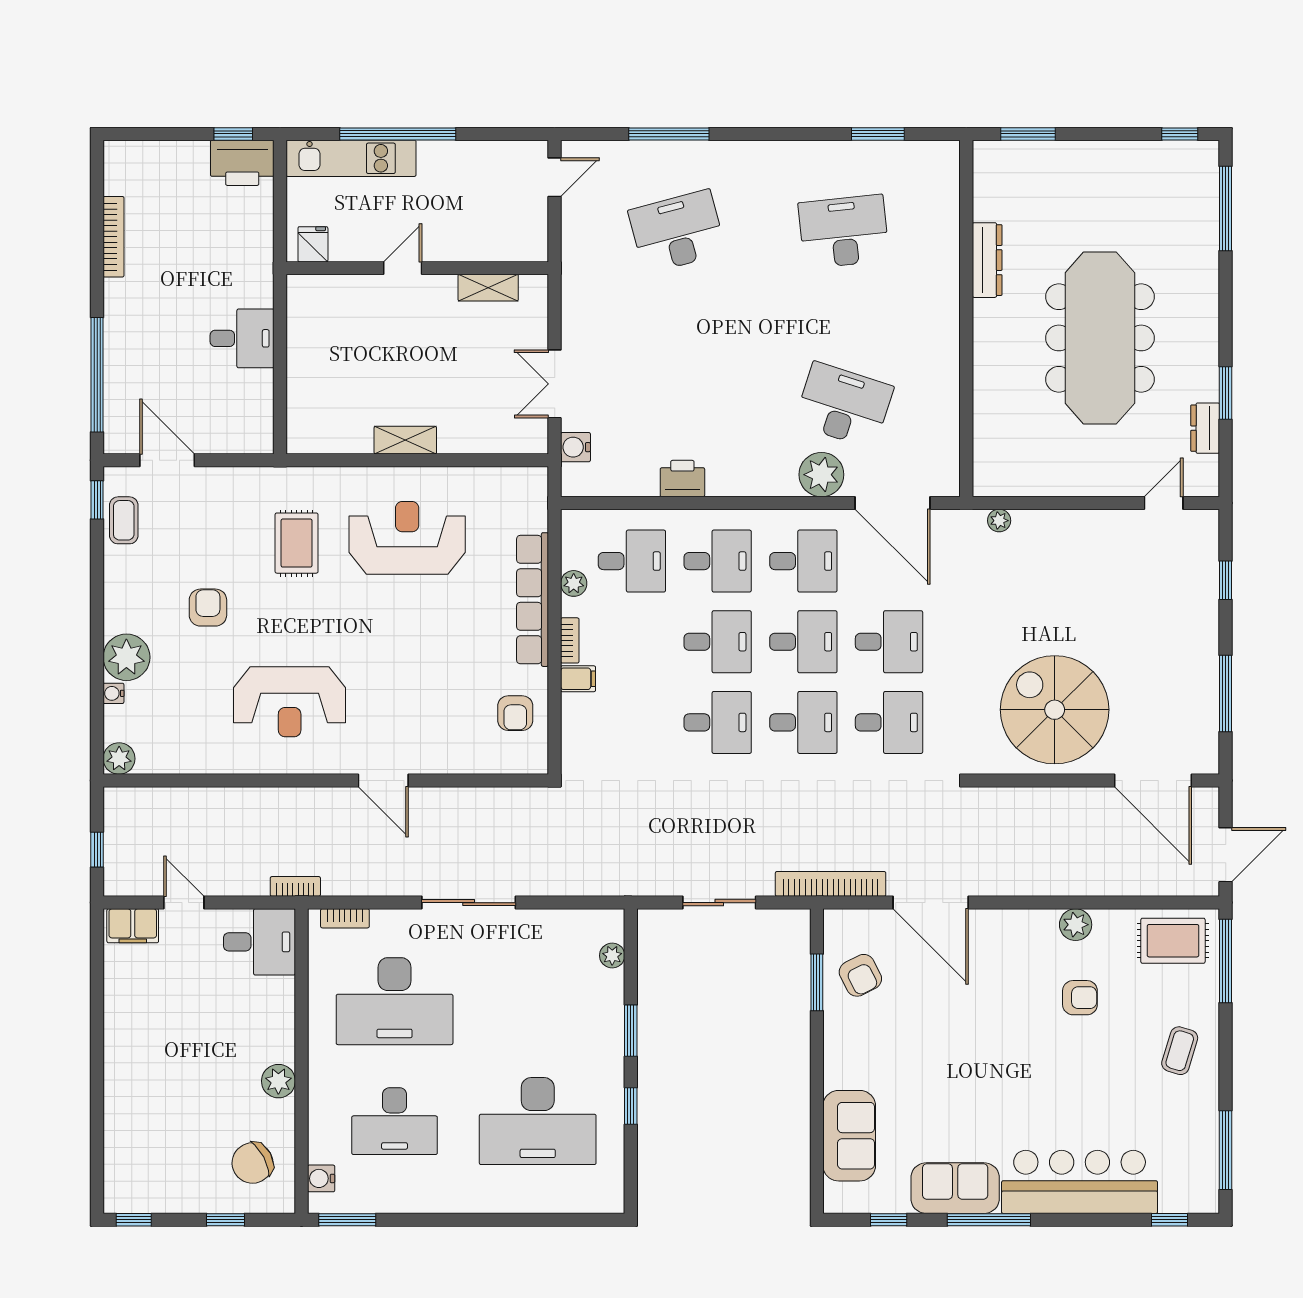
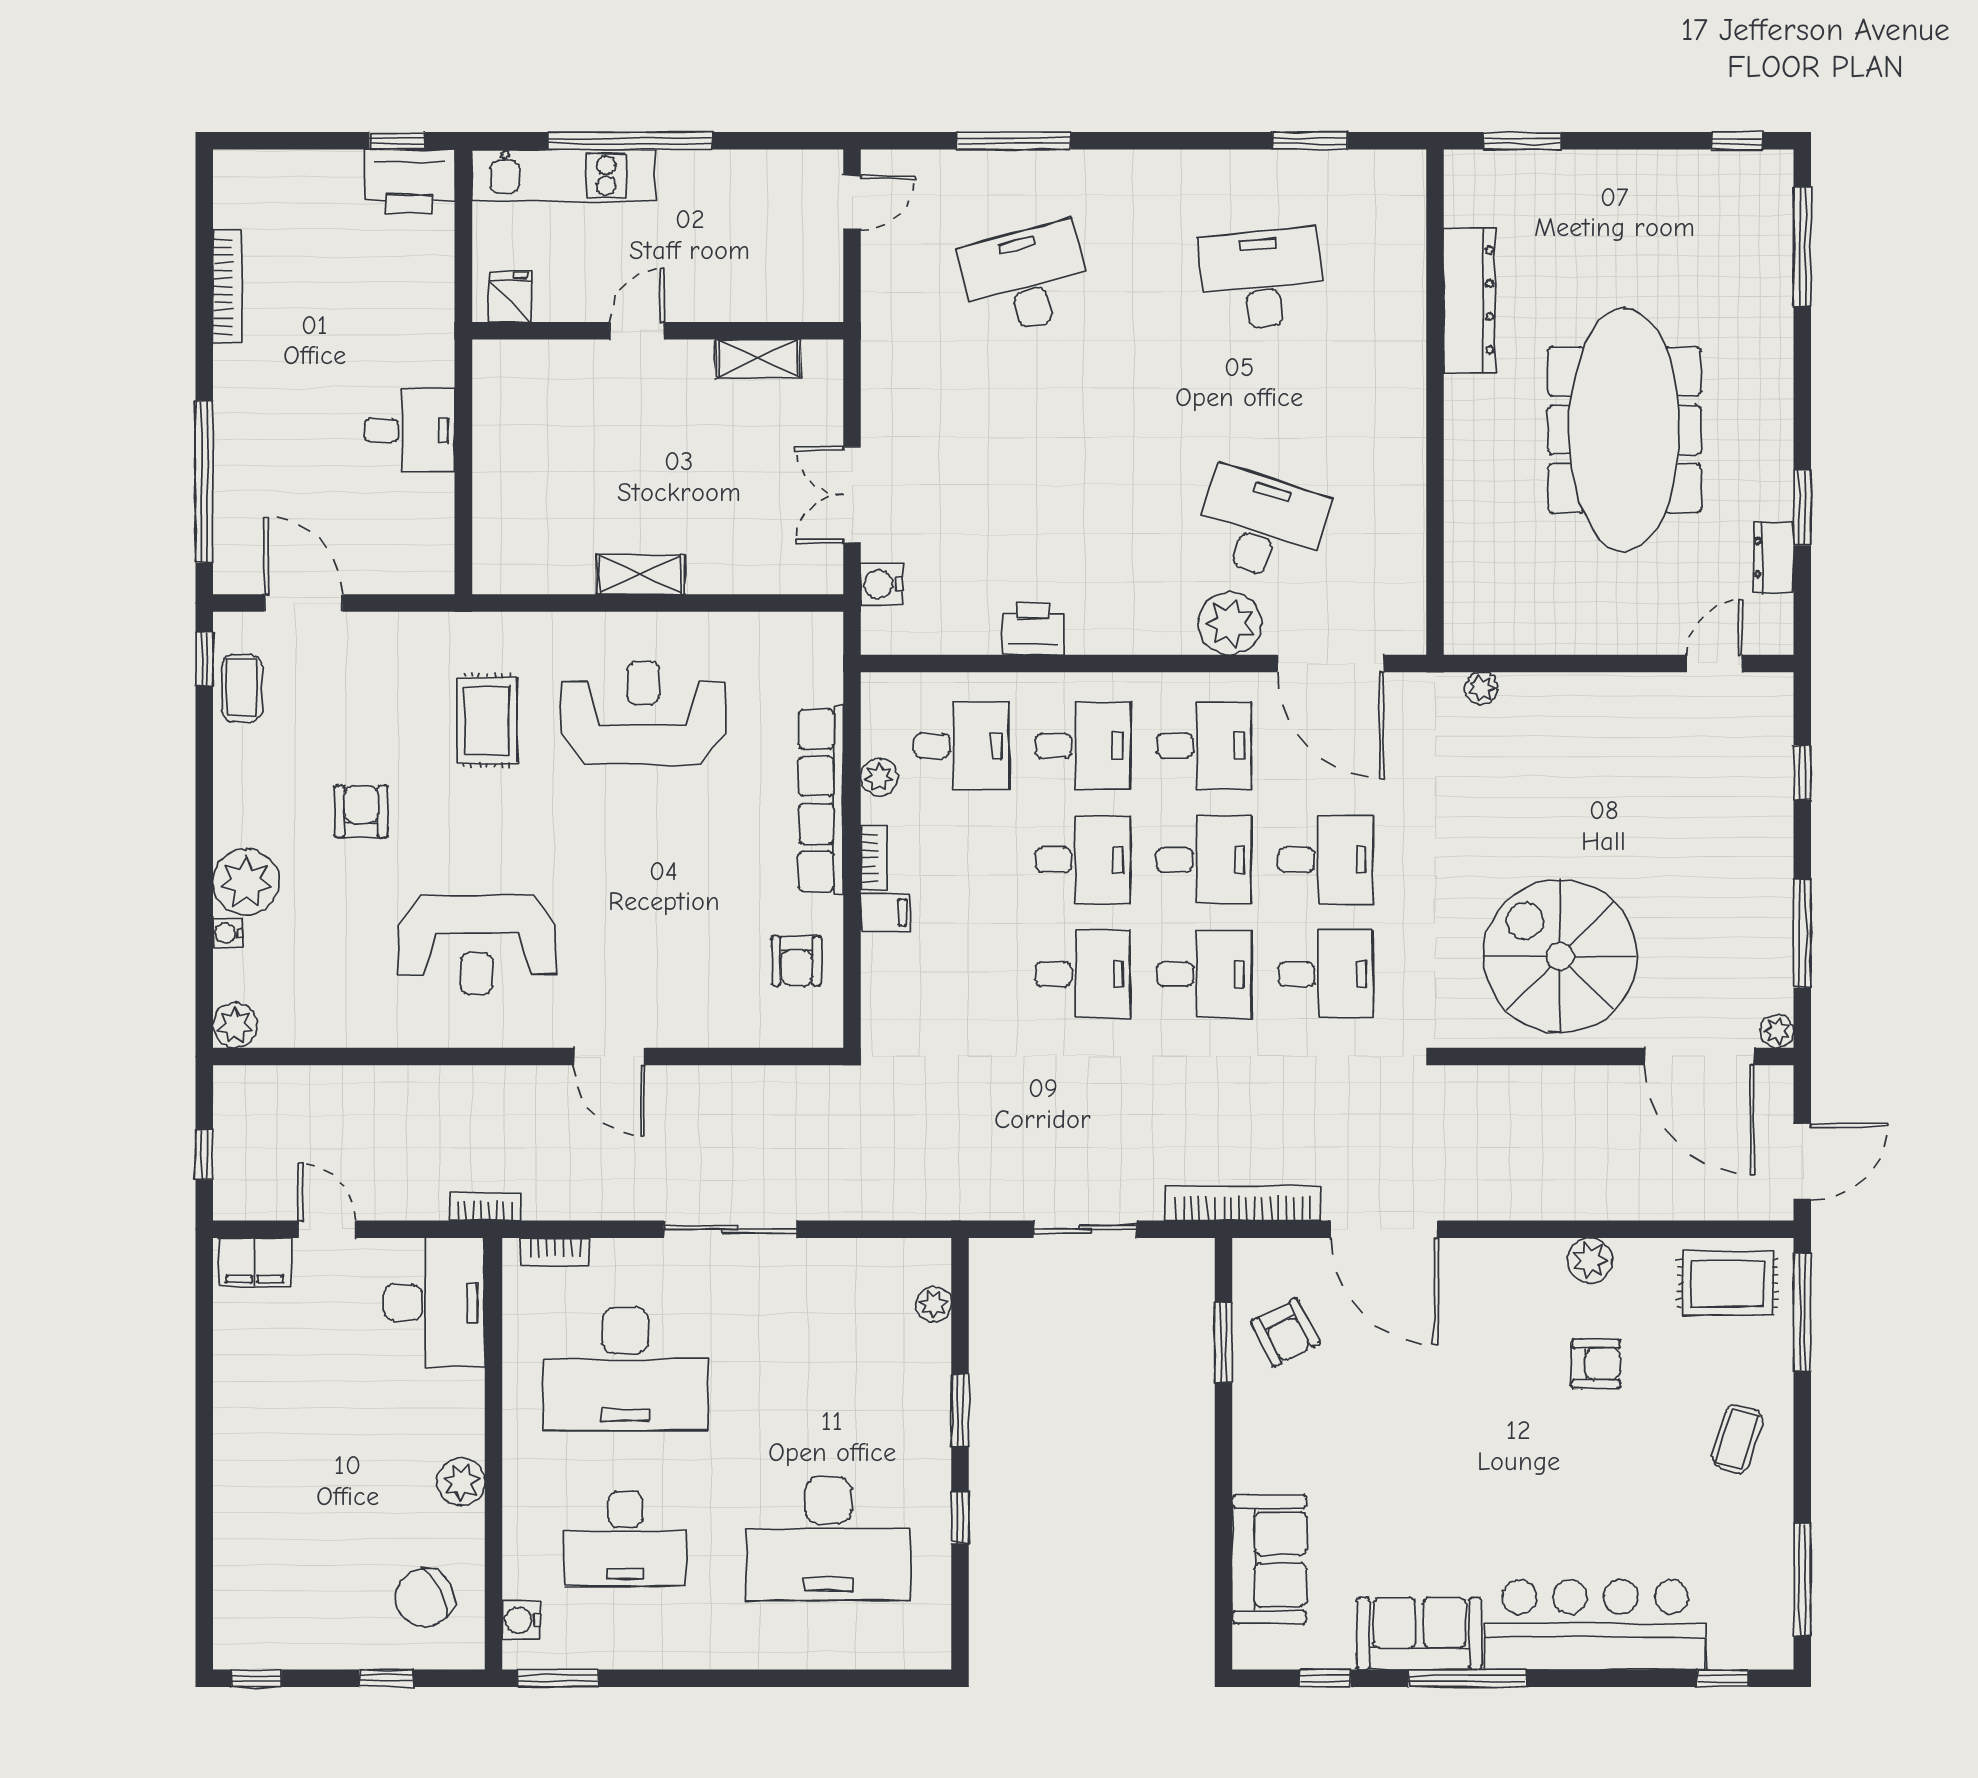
dresser: (987, 260) -> (1470, 300), width x1.37, depth x1.24
plant: (1208, 763) -> (1777, 1031), added
desk: (259, 942) -> (434, 1302), width x1.37

